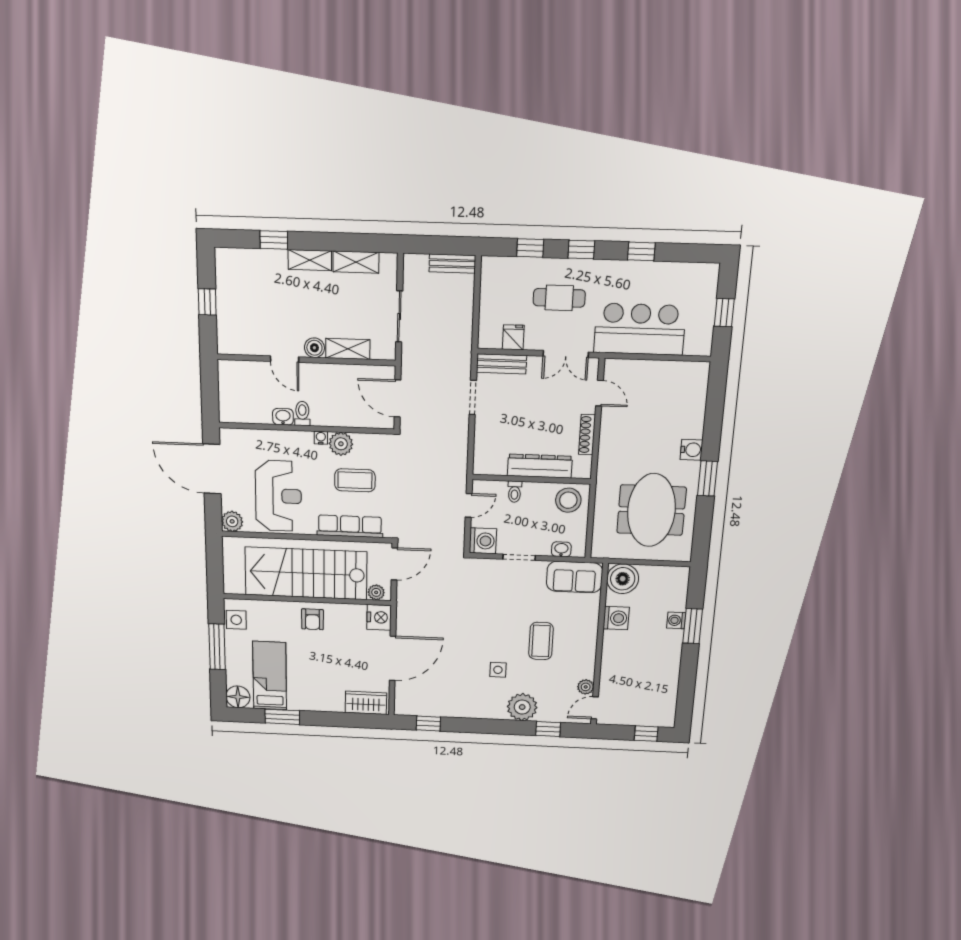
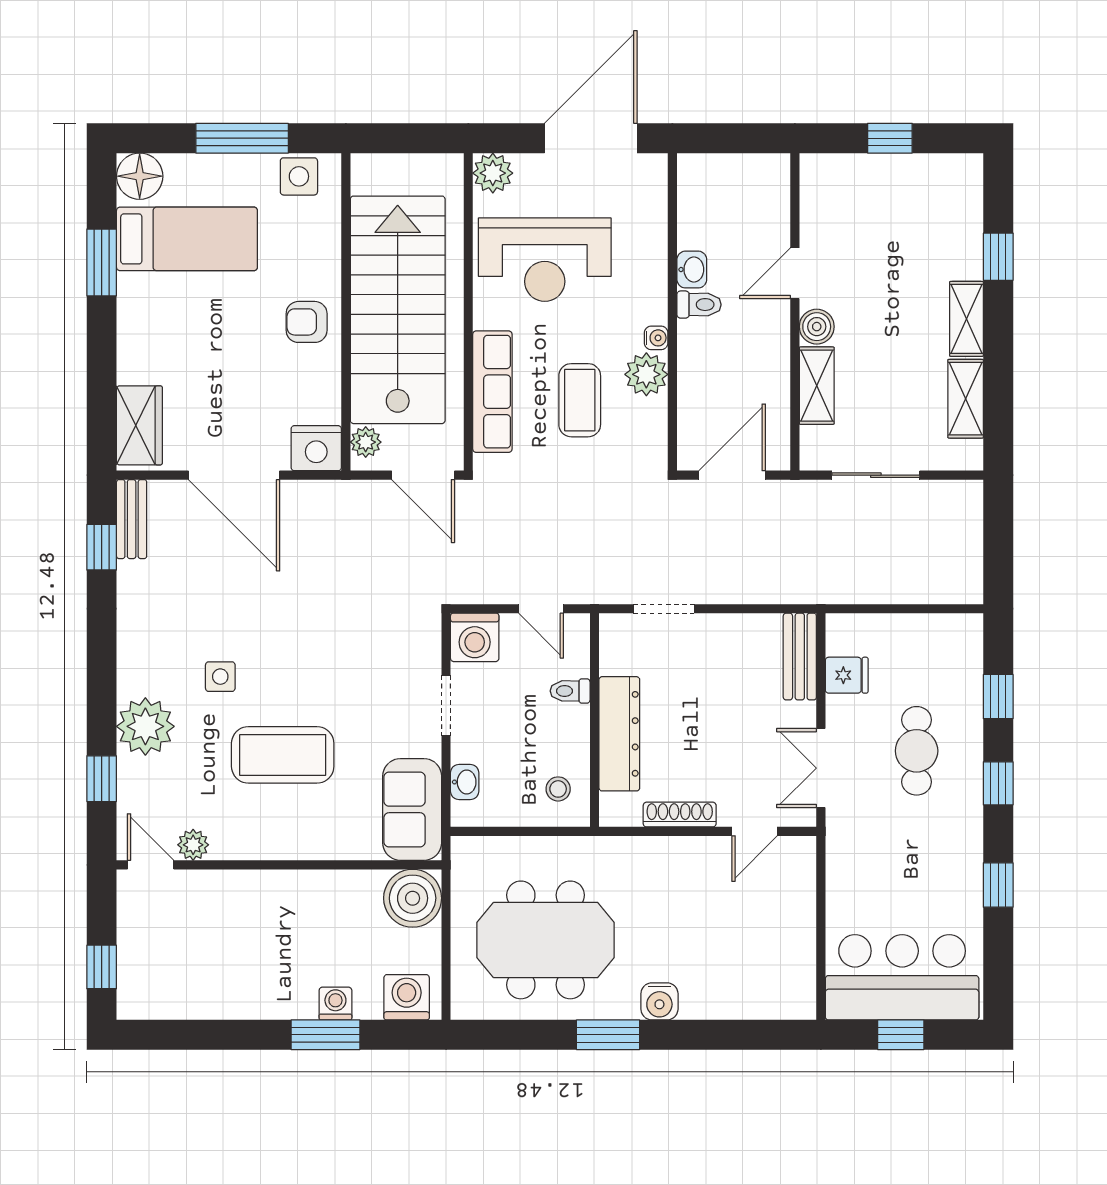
bench: (452, 264) -> (132, 519), moved
bar counter: (640, 329) -> (902, 977), moved, turned -90
doorway: (473, 397) -> (664, 609), moved
stool: (568, 500) -> (558, 789), width x0.53, depth x0.53
washing machine: (616, 618) -> (407, 997), moved, turned 180
coffee table: (541, 641) -> (283, 755), width x1.36, depth x1.32

